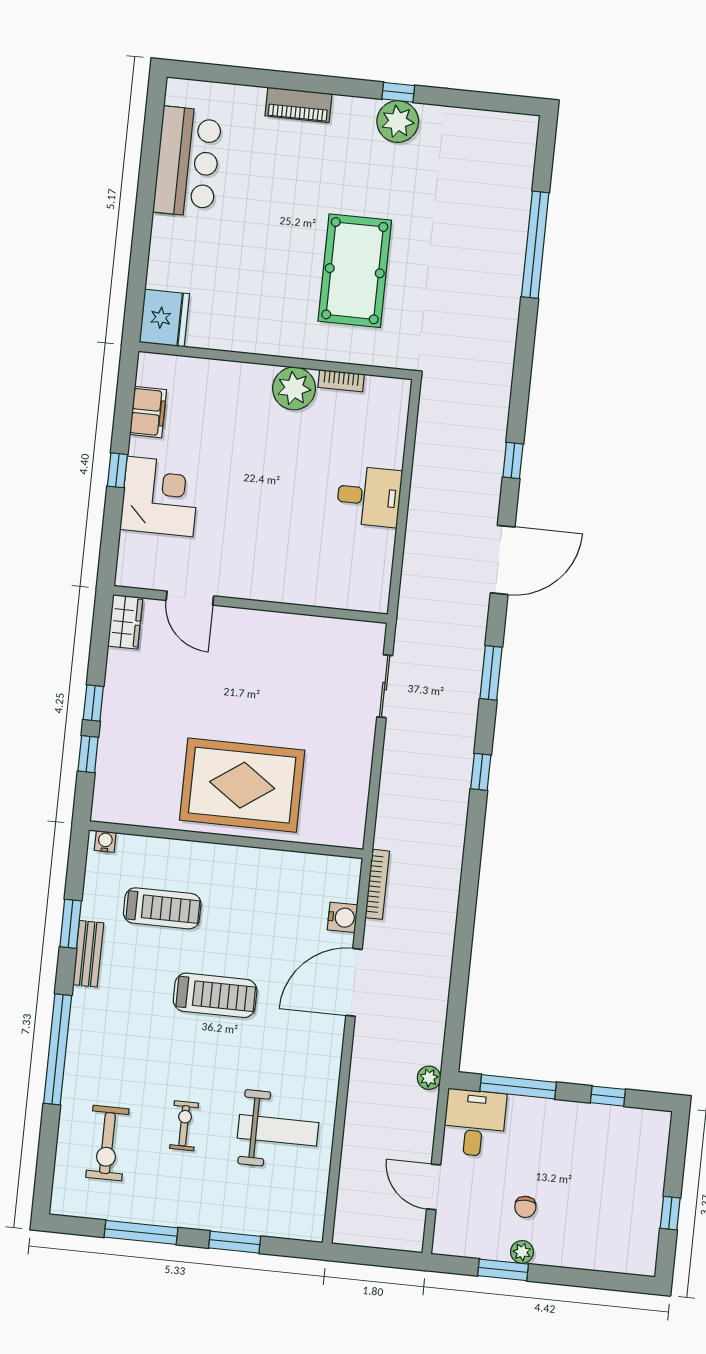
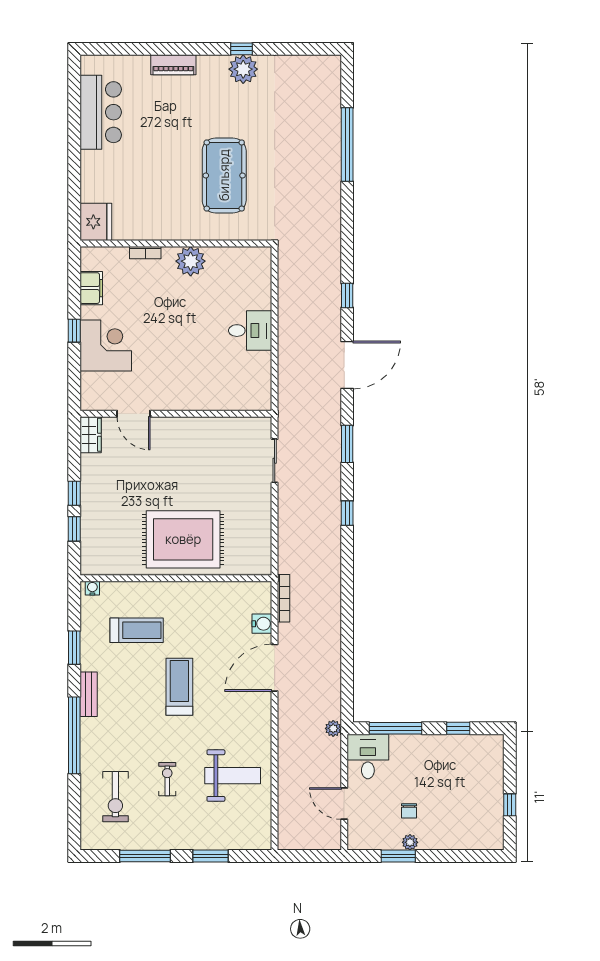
bookcase: (341, 381) -> (145, 253), moved
bench: (88, 954) -> (89, 694), moved
treadmill: (215, 995) -> (179, 687), turned -90

